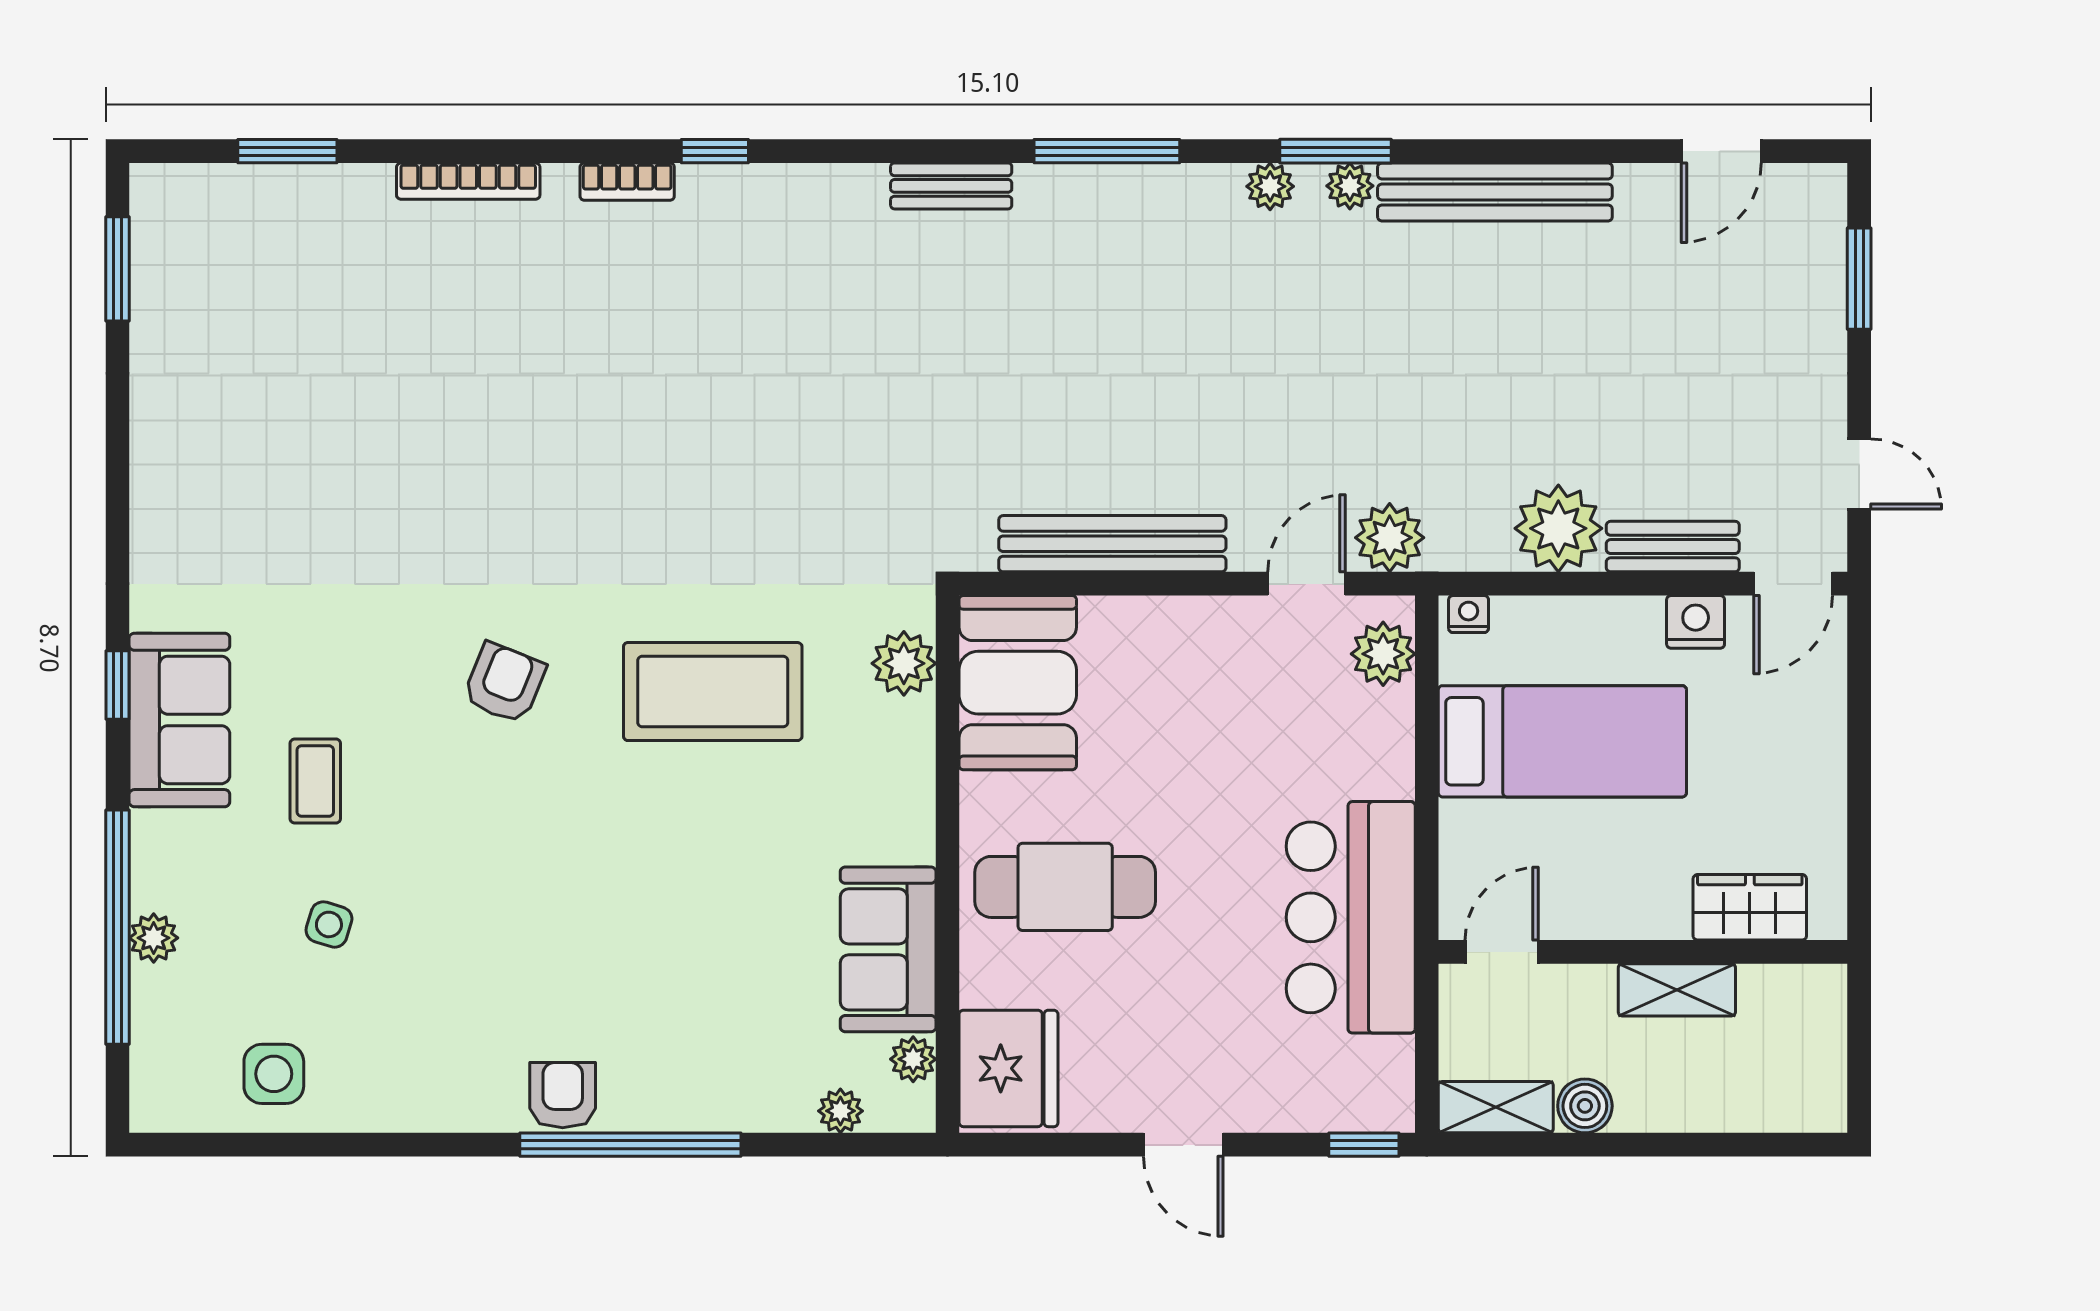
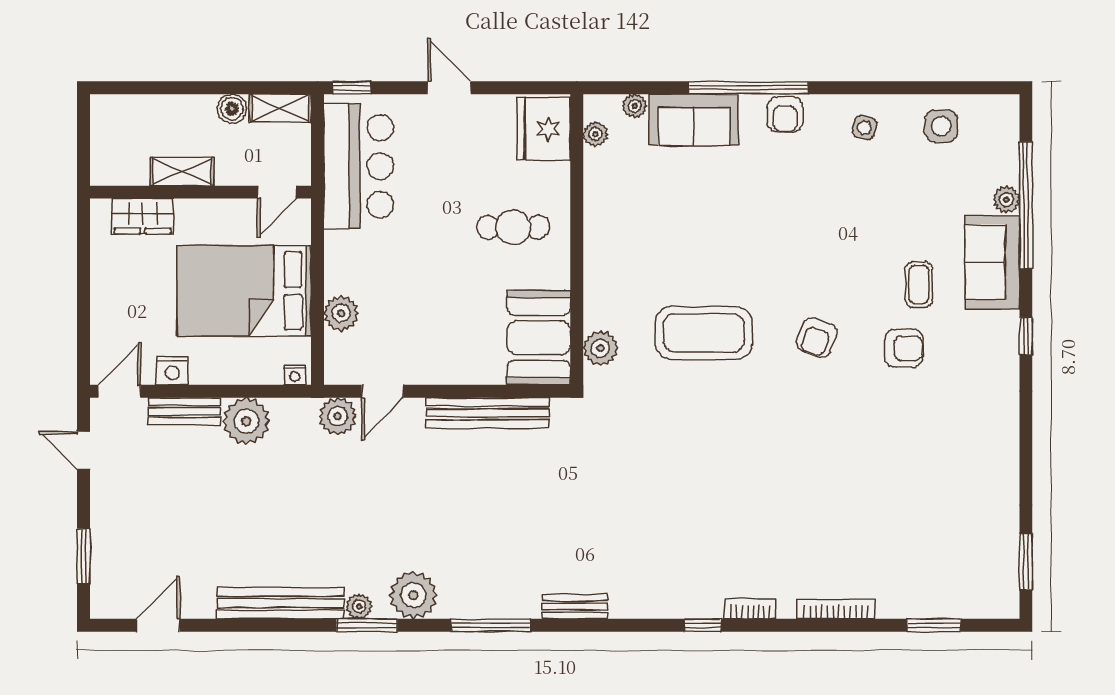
plant: (1270, 186) -> (413, 595), width x1.87, depth x1.87
plant: (1383, 654) -> (341, 313), moved
armchair: (343, 663) -> (904, 348), added
sofa: (179, 720) -> (992, 262), moved
bed: (1562, 741) -> (244, 291), width x1.50
cafe table: (1065, 887) -> (513, 227), width x0.73, depth x0.74
bar counter: (1351, 917) -> (359, 166), moved
side table: (329, 924) -> (864, 128), moved
sofa: (888, 949) -> (694, 120), moved, turned 90

